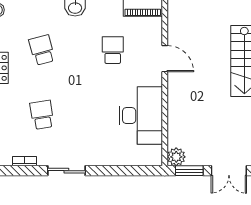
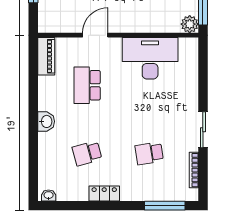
school desk: (113, 50) -> (87, 85), width x1.85
bookcase: (25, 161) -> (194, 170), width x1.56

